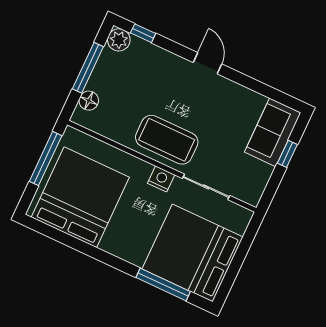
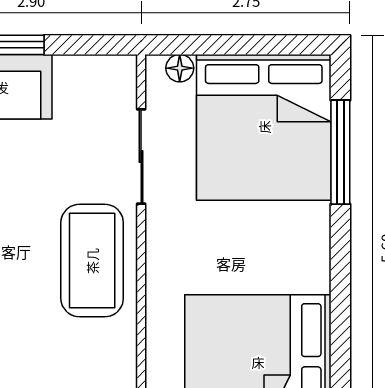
nightstand: (161, 179) -> (163, 239), removed
floor lamp: (240, 226) -> (180, 68), added

